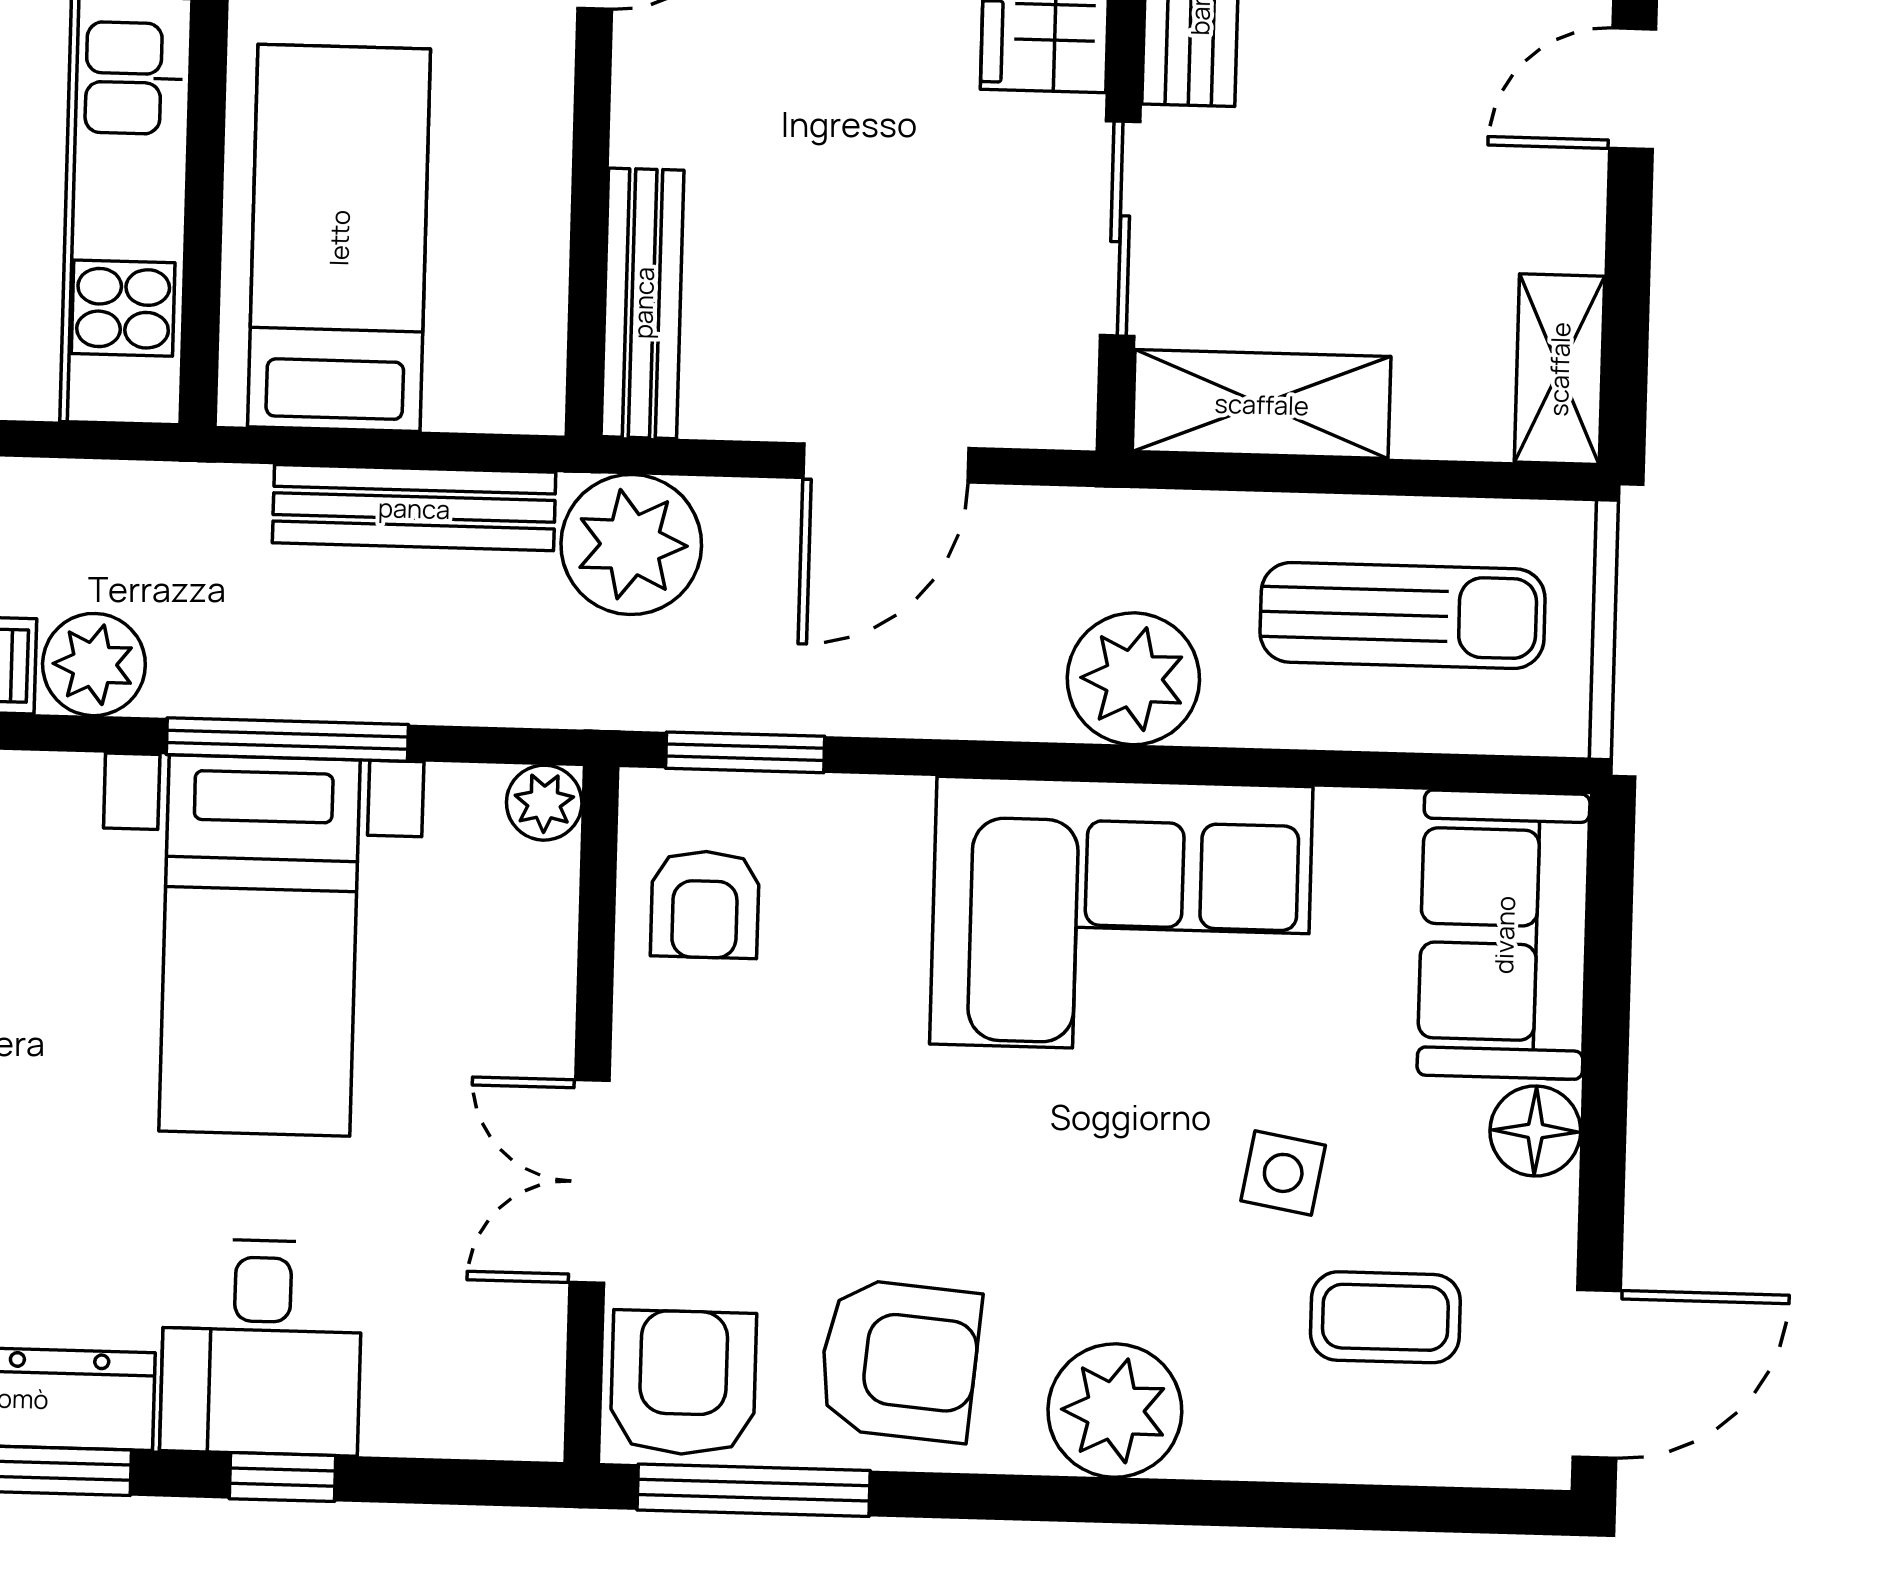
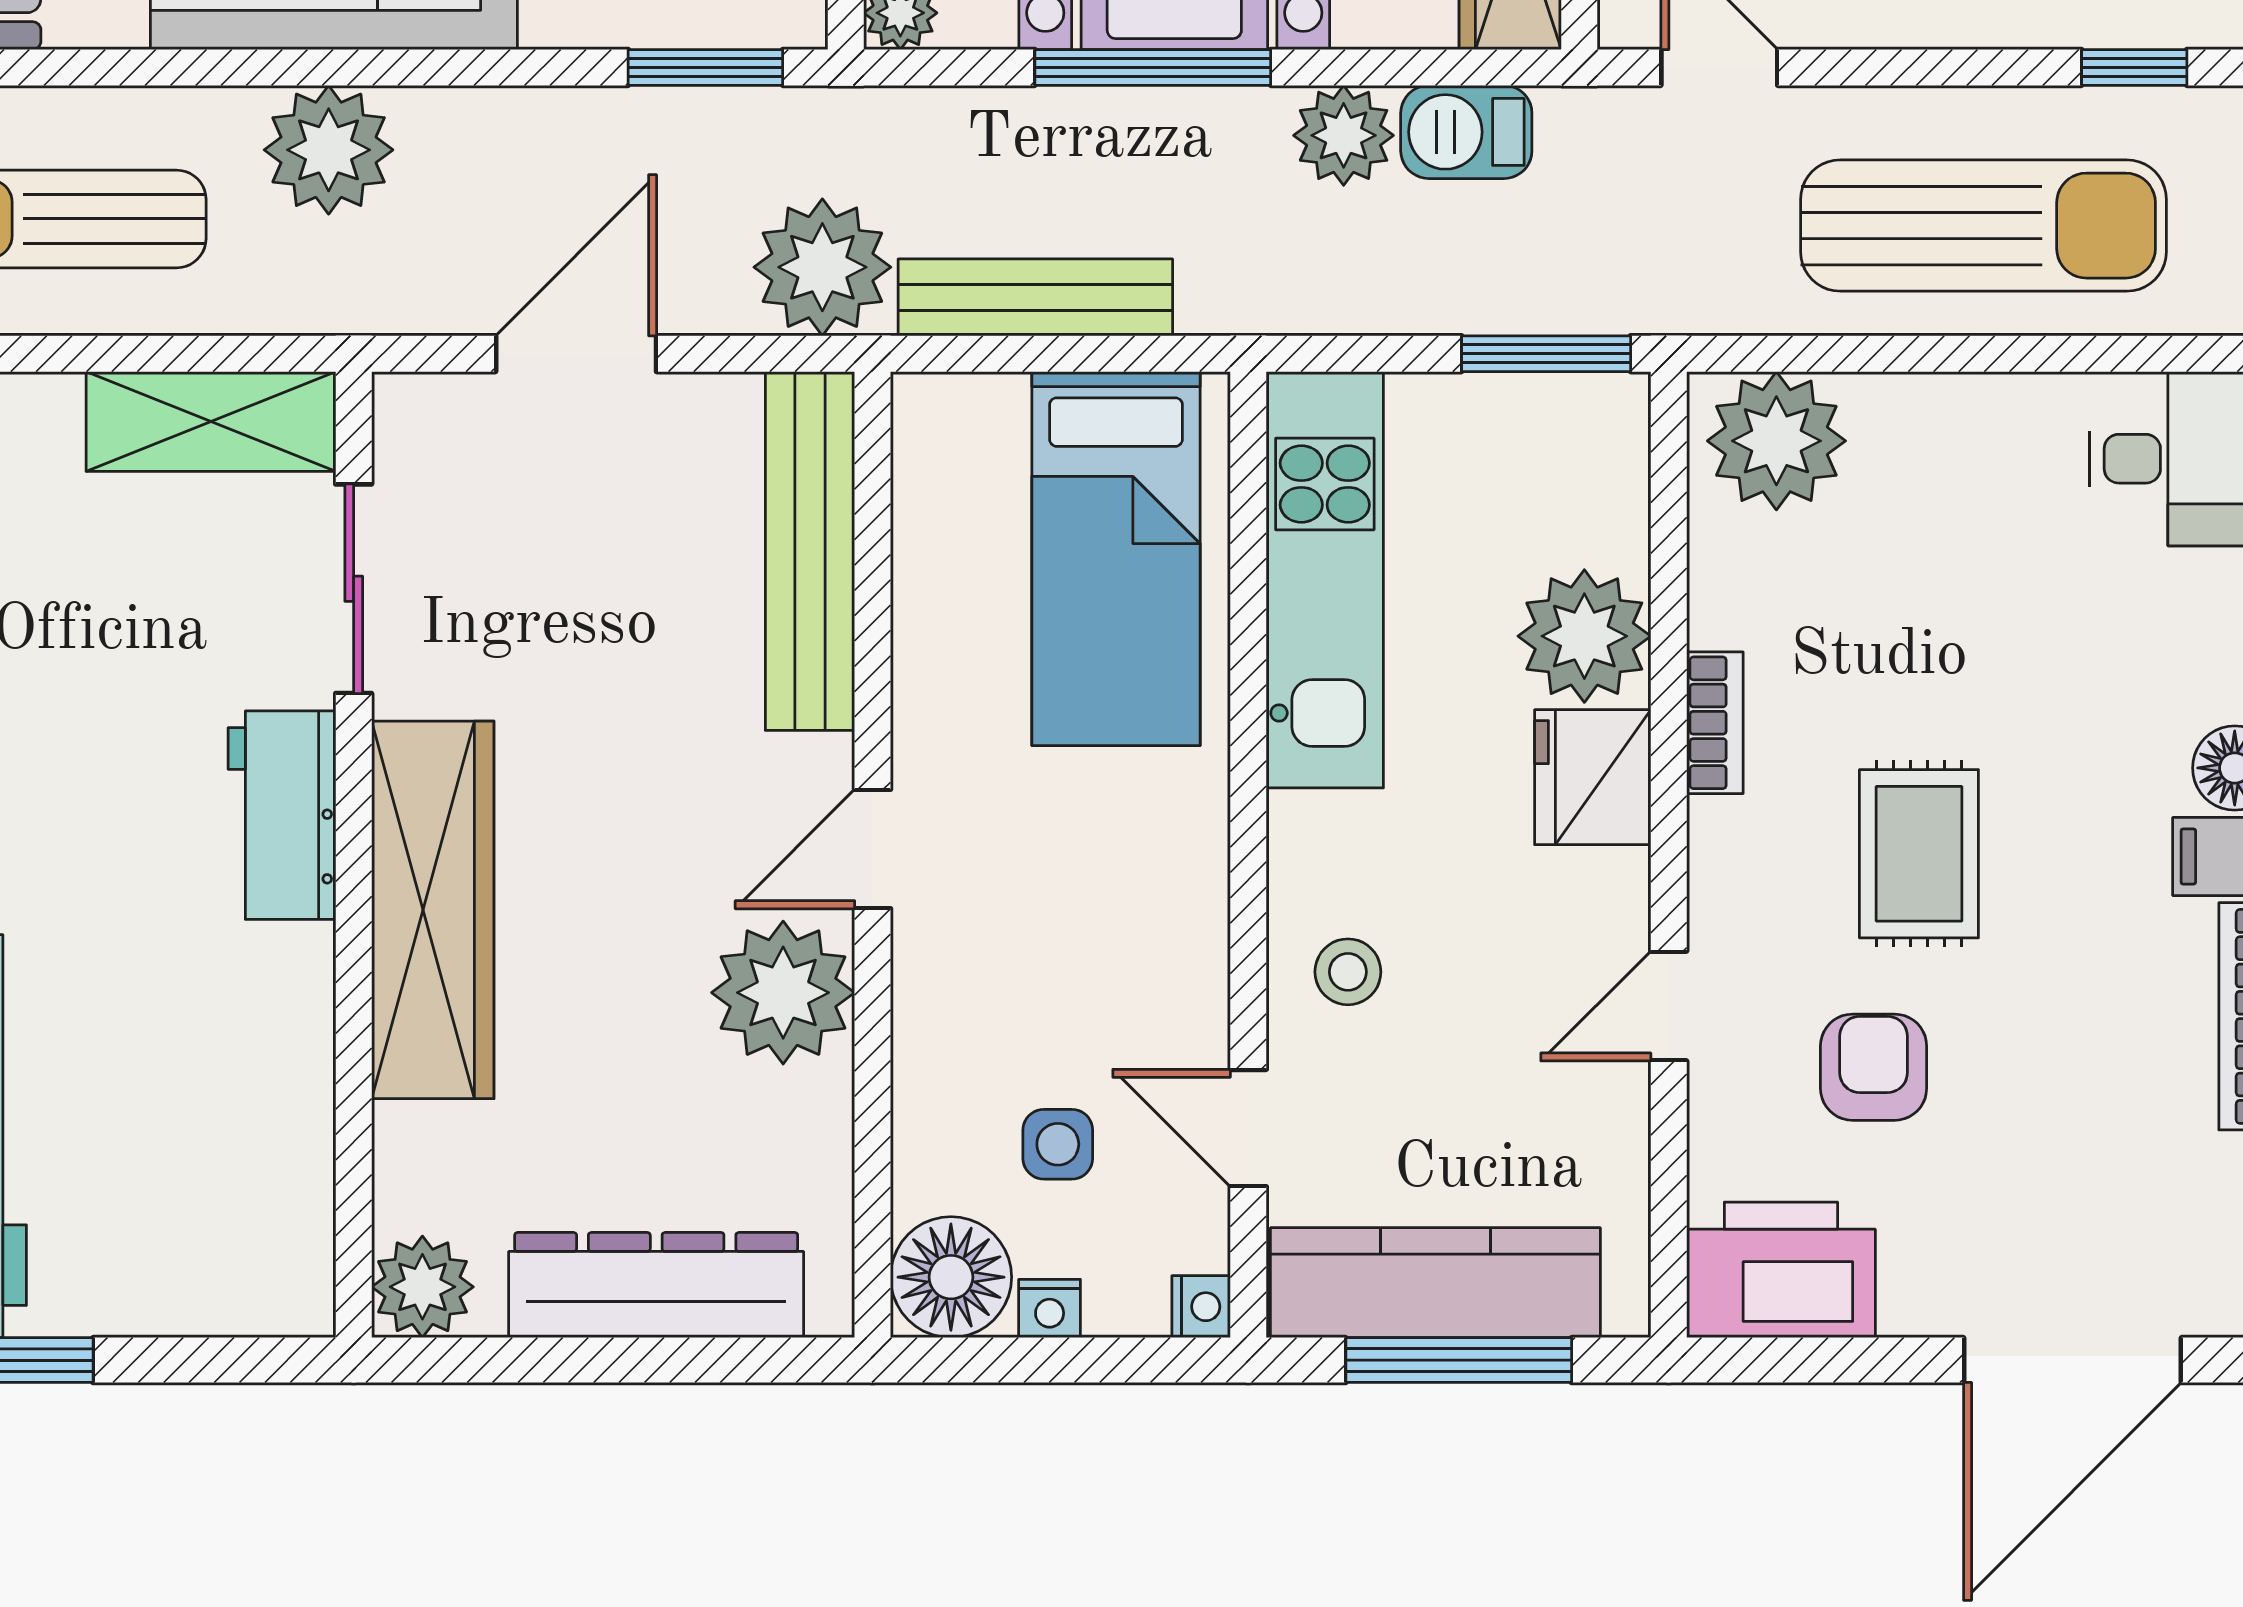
bench: (643, 303) -> (810, 551), width x1.37, depth x1.21

